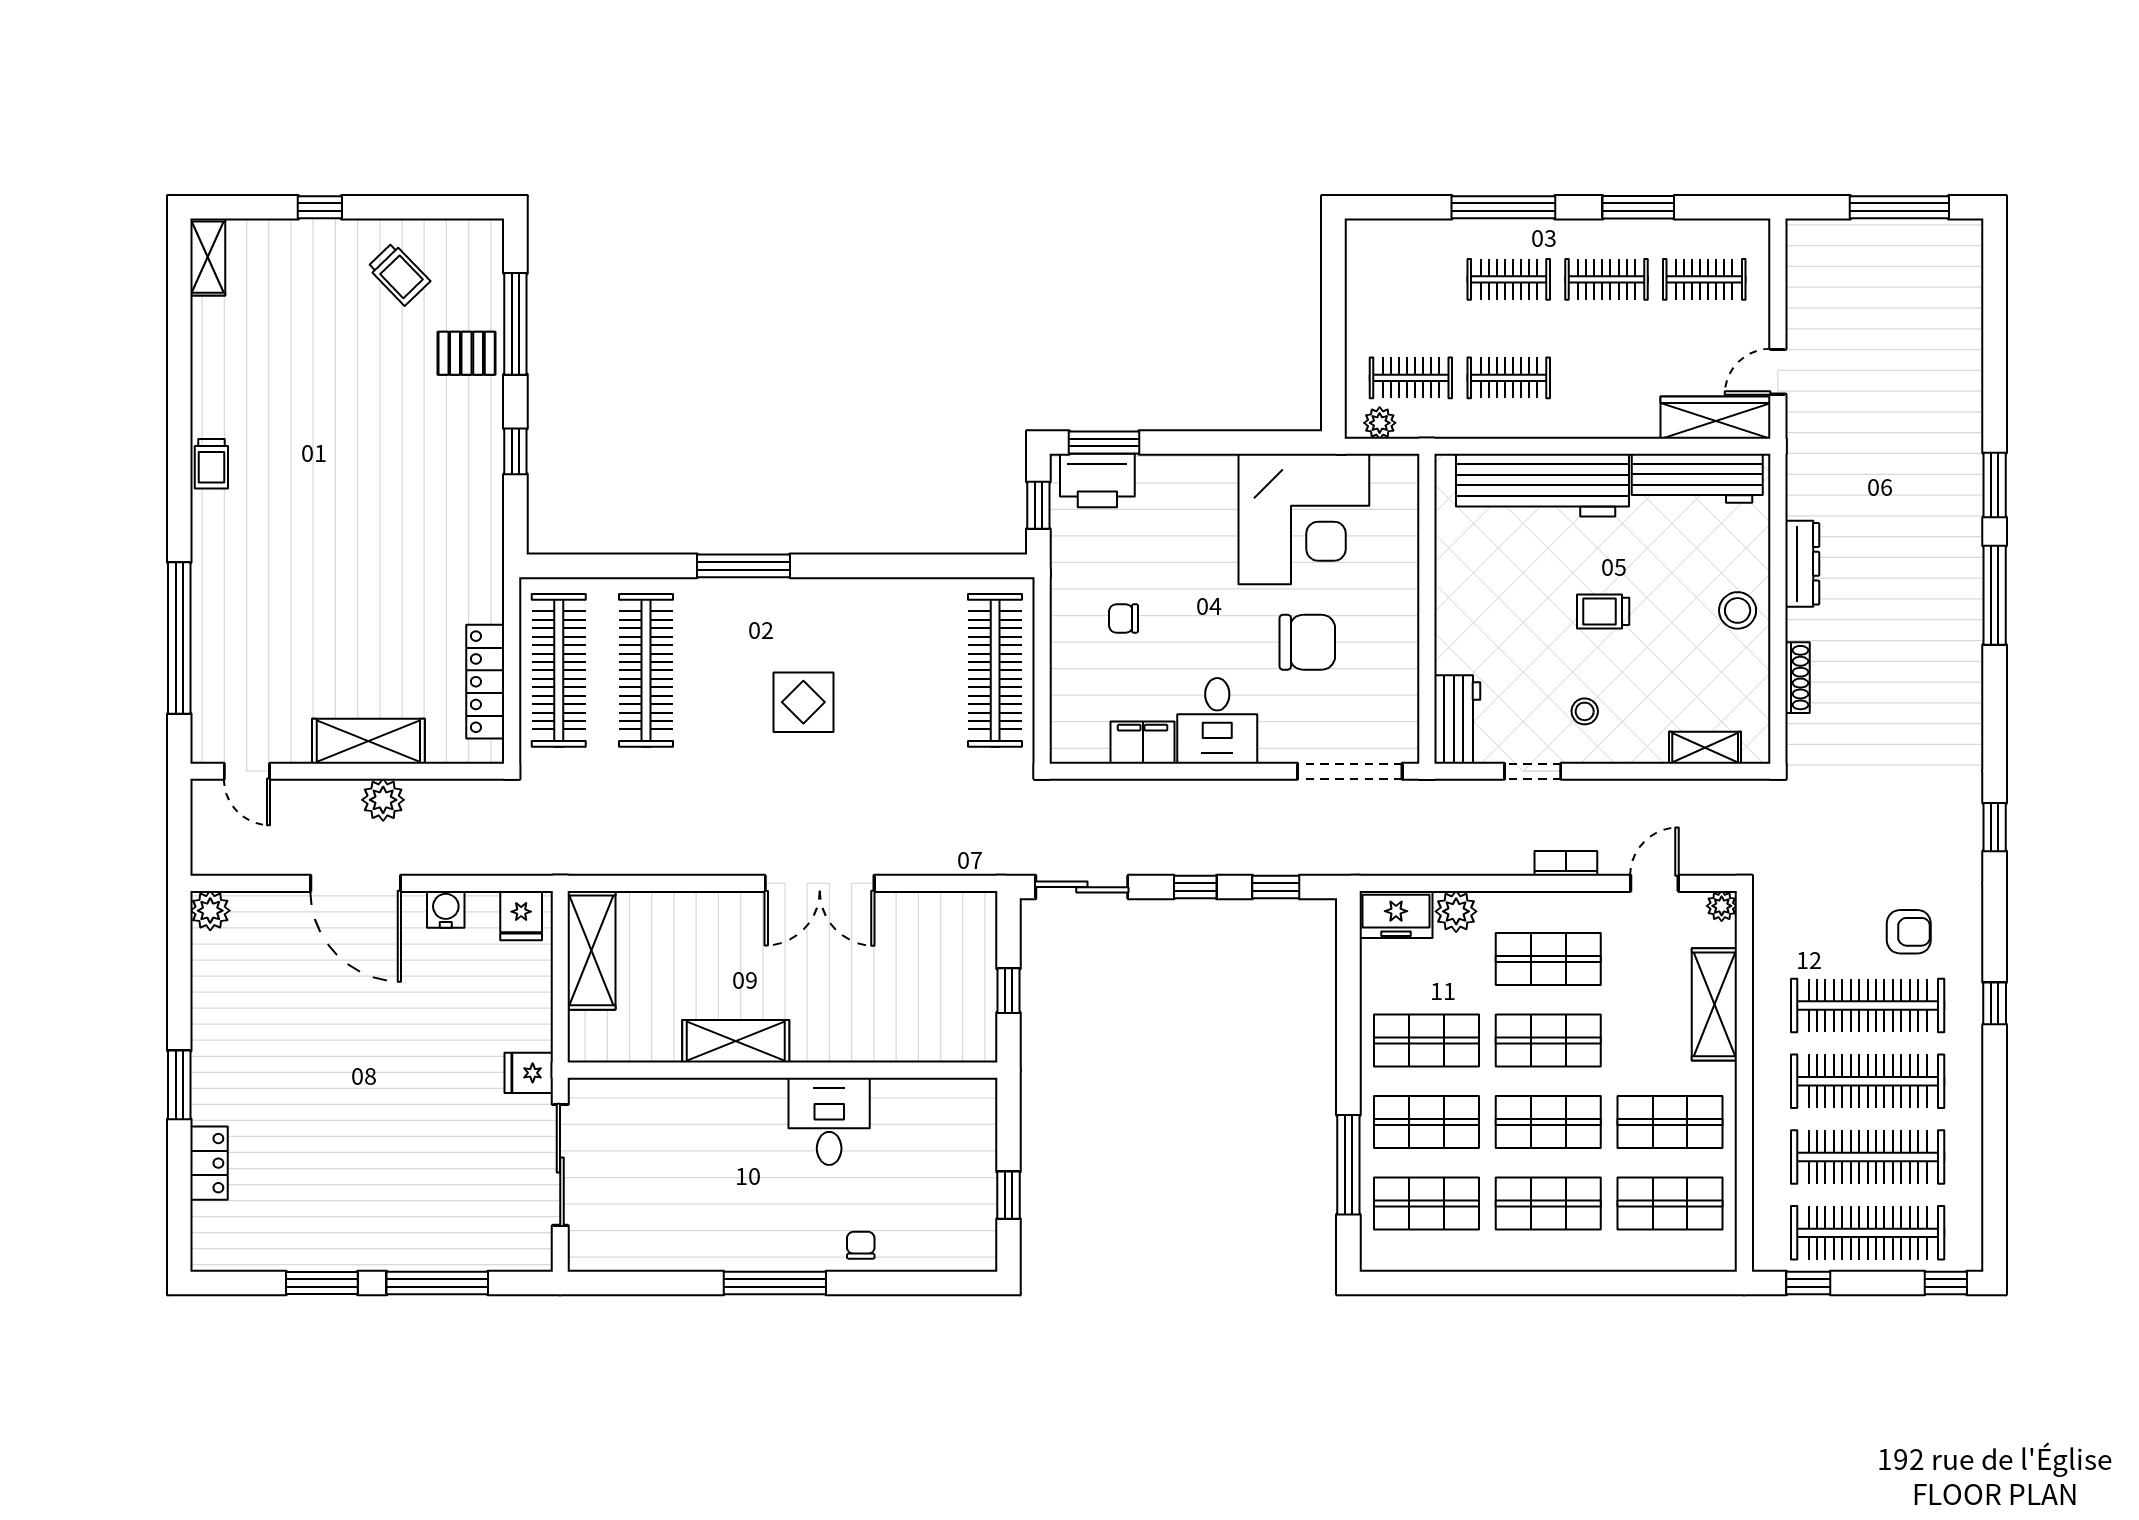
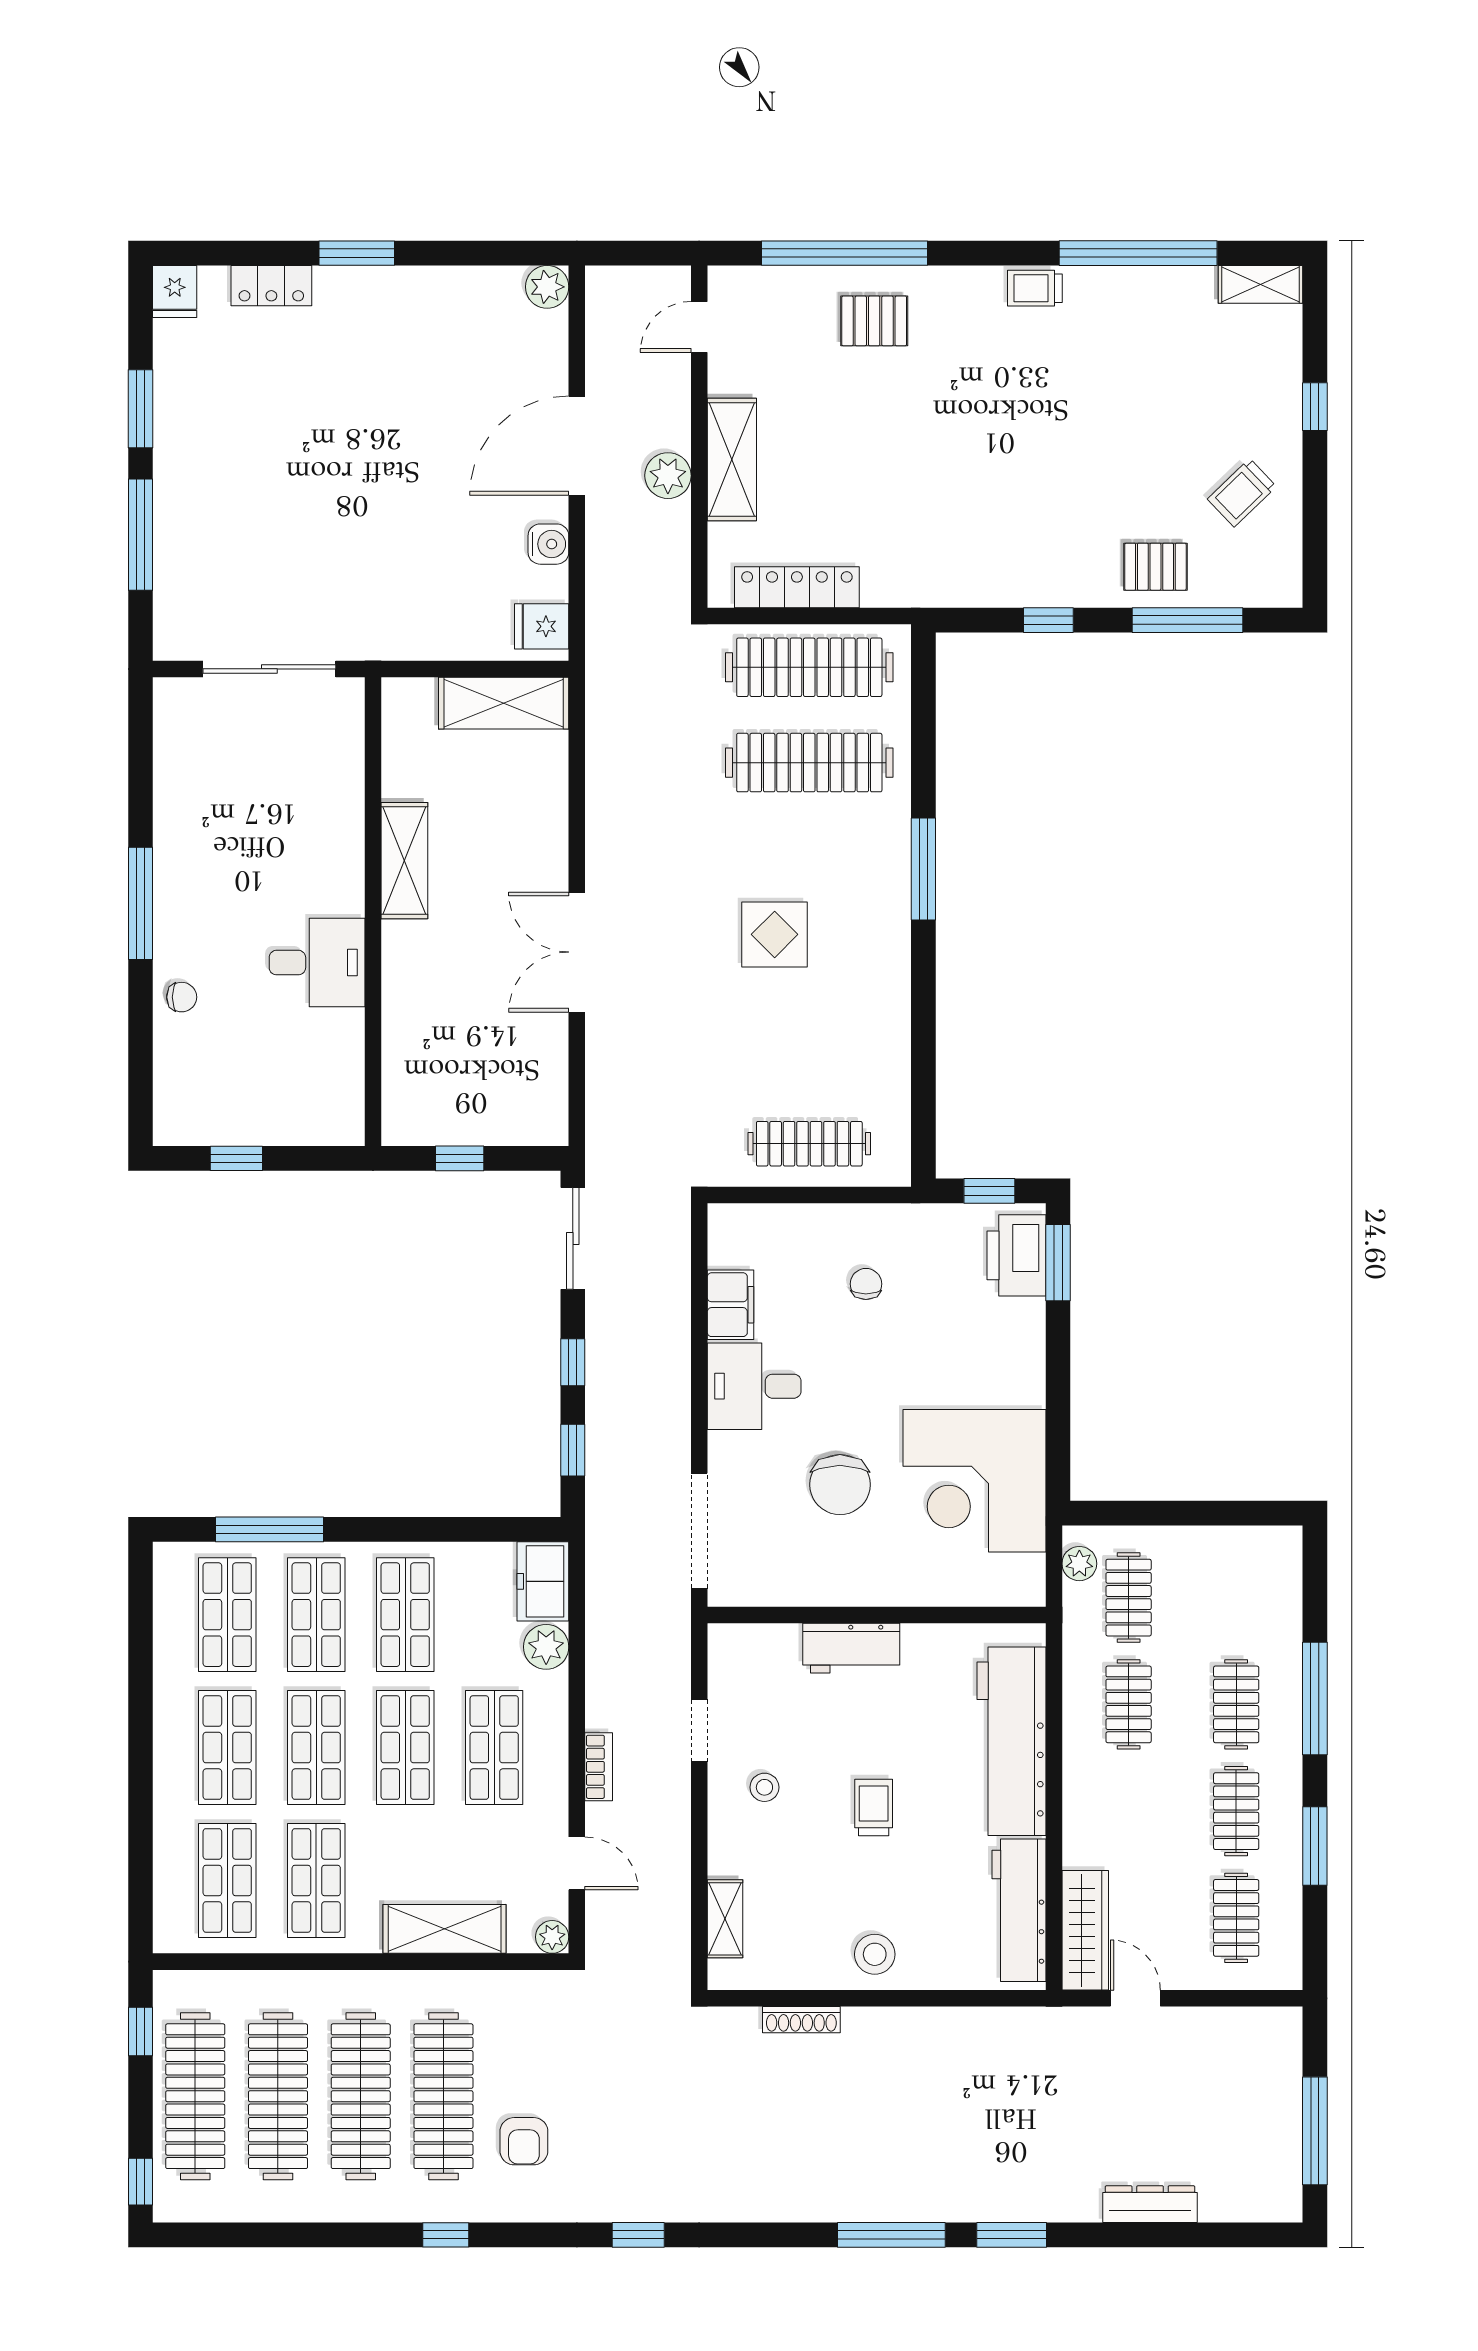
pallet: (467, 353) -> (1155, 567), turned 90
window: (179, 369) -> (1138, 253), added
dresser: (1802, 564) -> (1150, 2204), moved, turned 180
pallet: (241, 611) -> (874, 321), added
clothes rail: (995, 670) -> (809, 1144), width x0.73, depth x0.76
workbench: (1457, 719) -> (851, 1648), moved
fridge: (529, 1073) -> (175, 292), moved, turned 180

